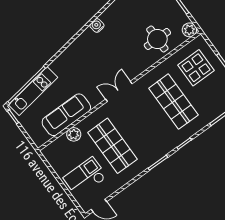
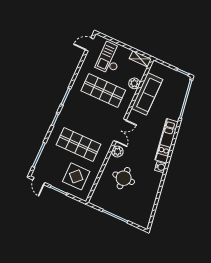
plant: (189, 30) -> (117, 152), moved
round table: (157, 39) -> (124, 178), moved
kitchen unit: (33, 91) -> (166, 141), moved
shelving: (52, 158) -> (140, 59), added
checkout: (85, 177) -> (110, 58), turned 180

